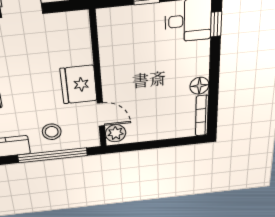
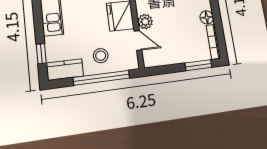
plant: (116, 133) -> (145, 22), moved
window: (177, 142) -> (198, 65), added

